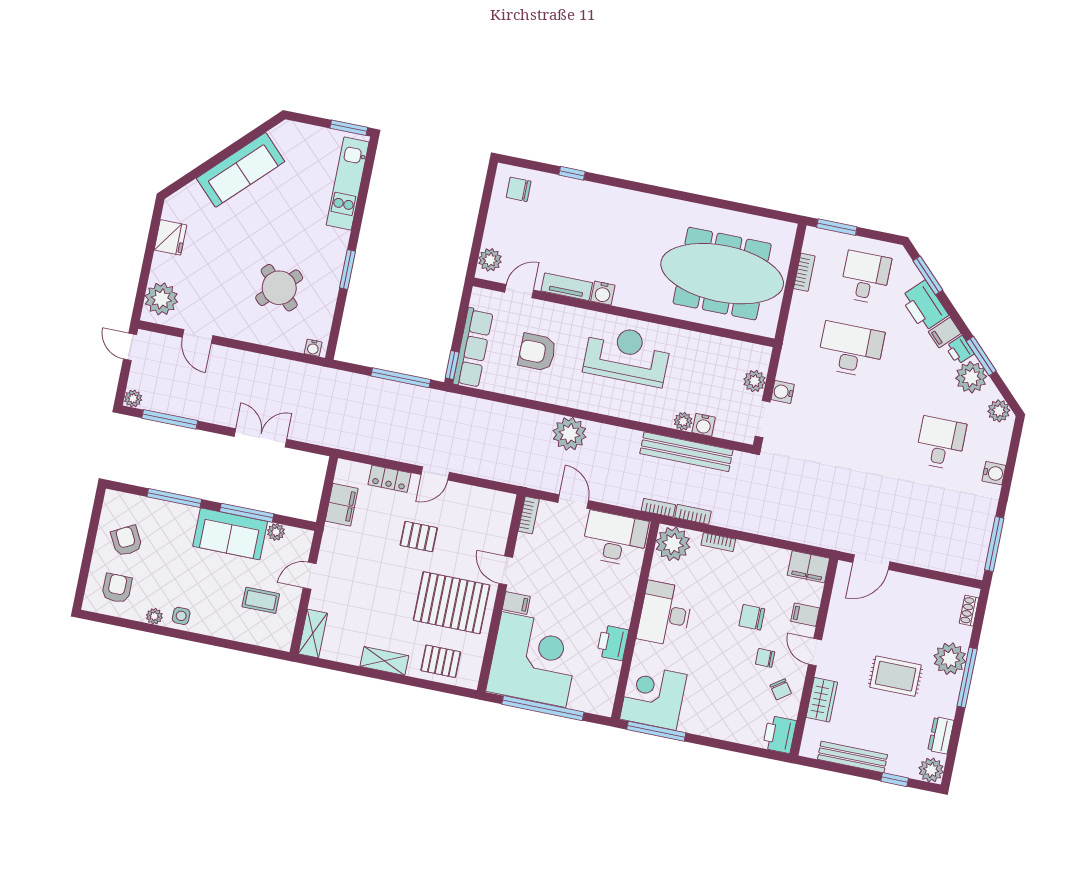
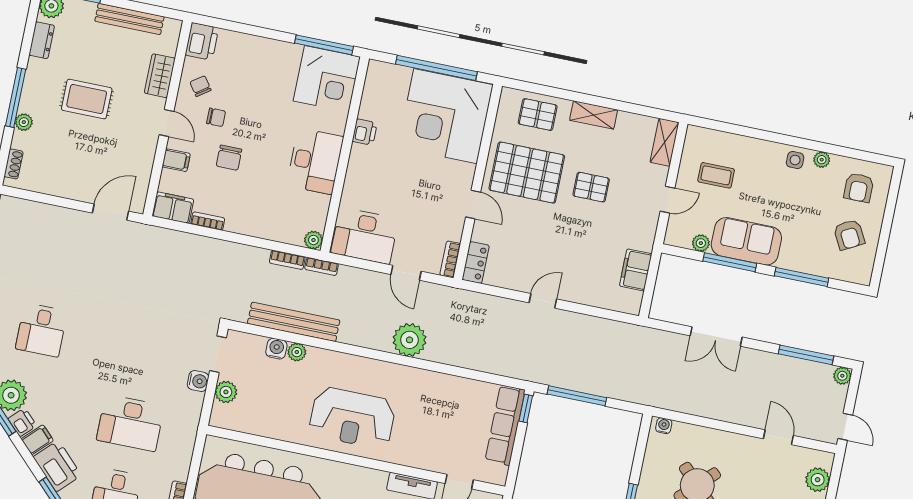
water cooler: (603, 293) -> (376, 479), removed
plant: (161, 299) -> (818, 480), width x0.73, depth x0.73
armchair: (537, 352) -> (442, 421), removed
locker: (389, 479) -> (476, 263), moved, turned 90
pallet: (419, 537) -> (591, 187), moved
bookcase: (718, 542) -> (208, 221), moved
plant: (673, 544) -> (313, 240), width x0.53, depth x0.53
filing cabinet: (516, 603) -> (463, 172), removed
chair: (752, 617) -> (229, 158), turned 90
printer: (613, 643) -> (365, 132), width x0.73, depth x0.81
plant: (950, 659) -> (24, 122), width x0.53, depth x0.53

